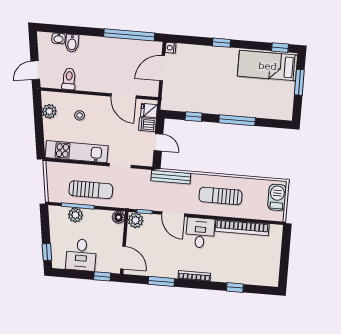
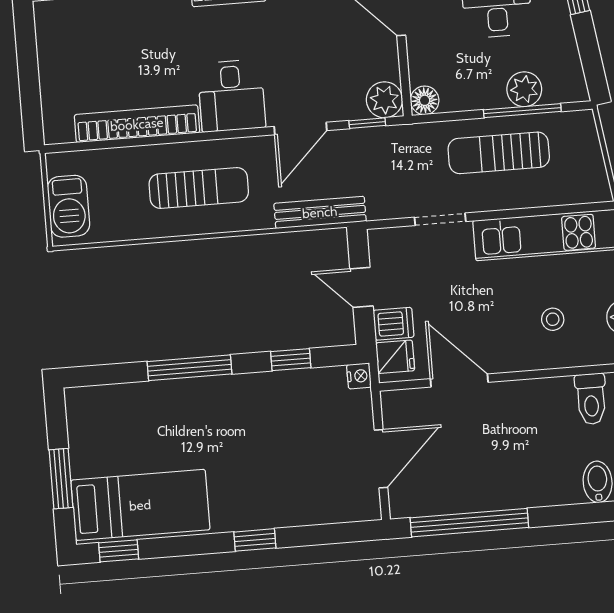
nightstand: (171, 48) -> (359, 376), moved
door: (173, 214) -> (301, 128), swing flipped

